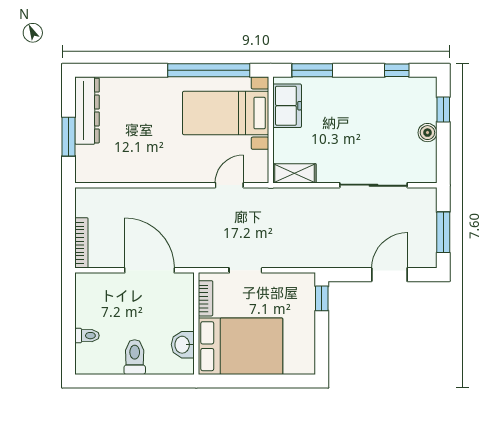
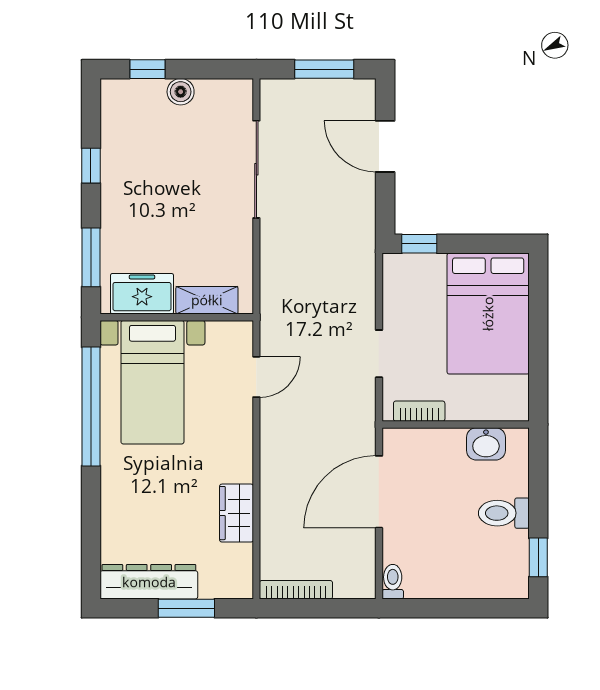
window: (397, 70) -> (91, 166), moved
wardrobe: (135, 171) -> (237, 513), added
shelving: (294, 173) -> (207, 300), moved, turned 90
door: (229, 185) -> (256, 377), swing flipped
bookcase: (81, 243) -> (296, 590), moved
toilet: (87, 336) -> (393, 582), moved
bed: (241, 346) -> (488, 314), moved, turned 180
window: (104, 381) -> (538, 557), added

